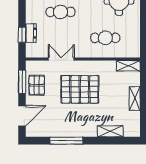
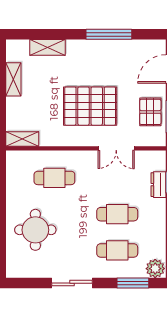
shelving: (135, 98) -> (13, 79), moved

